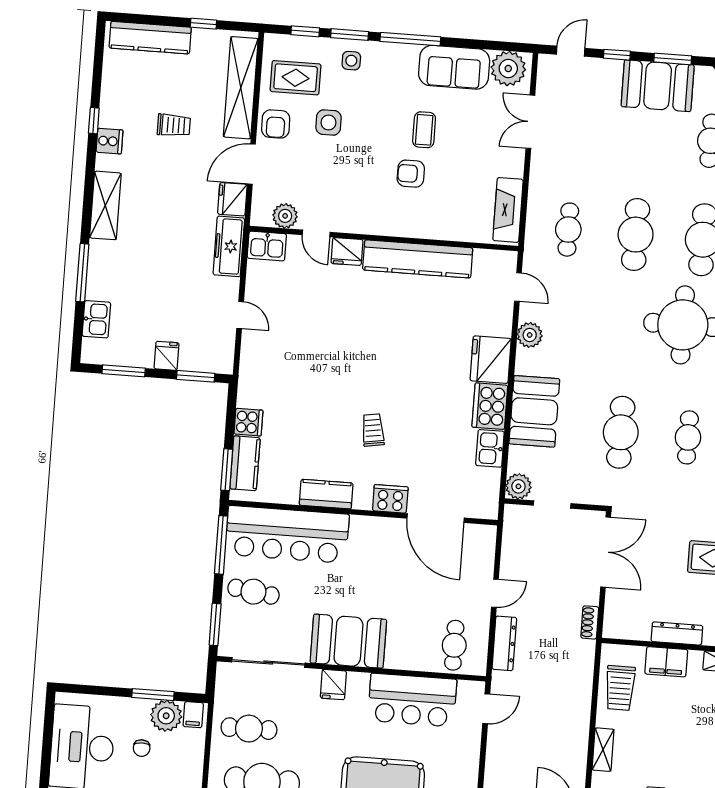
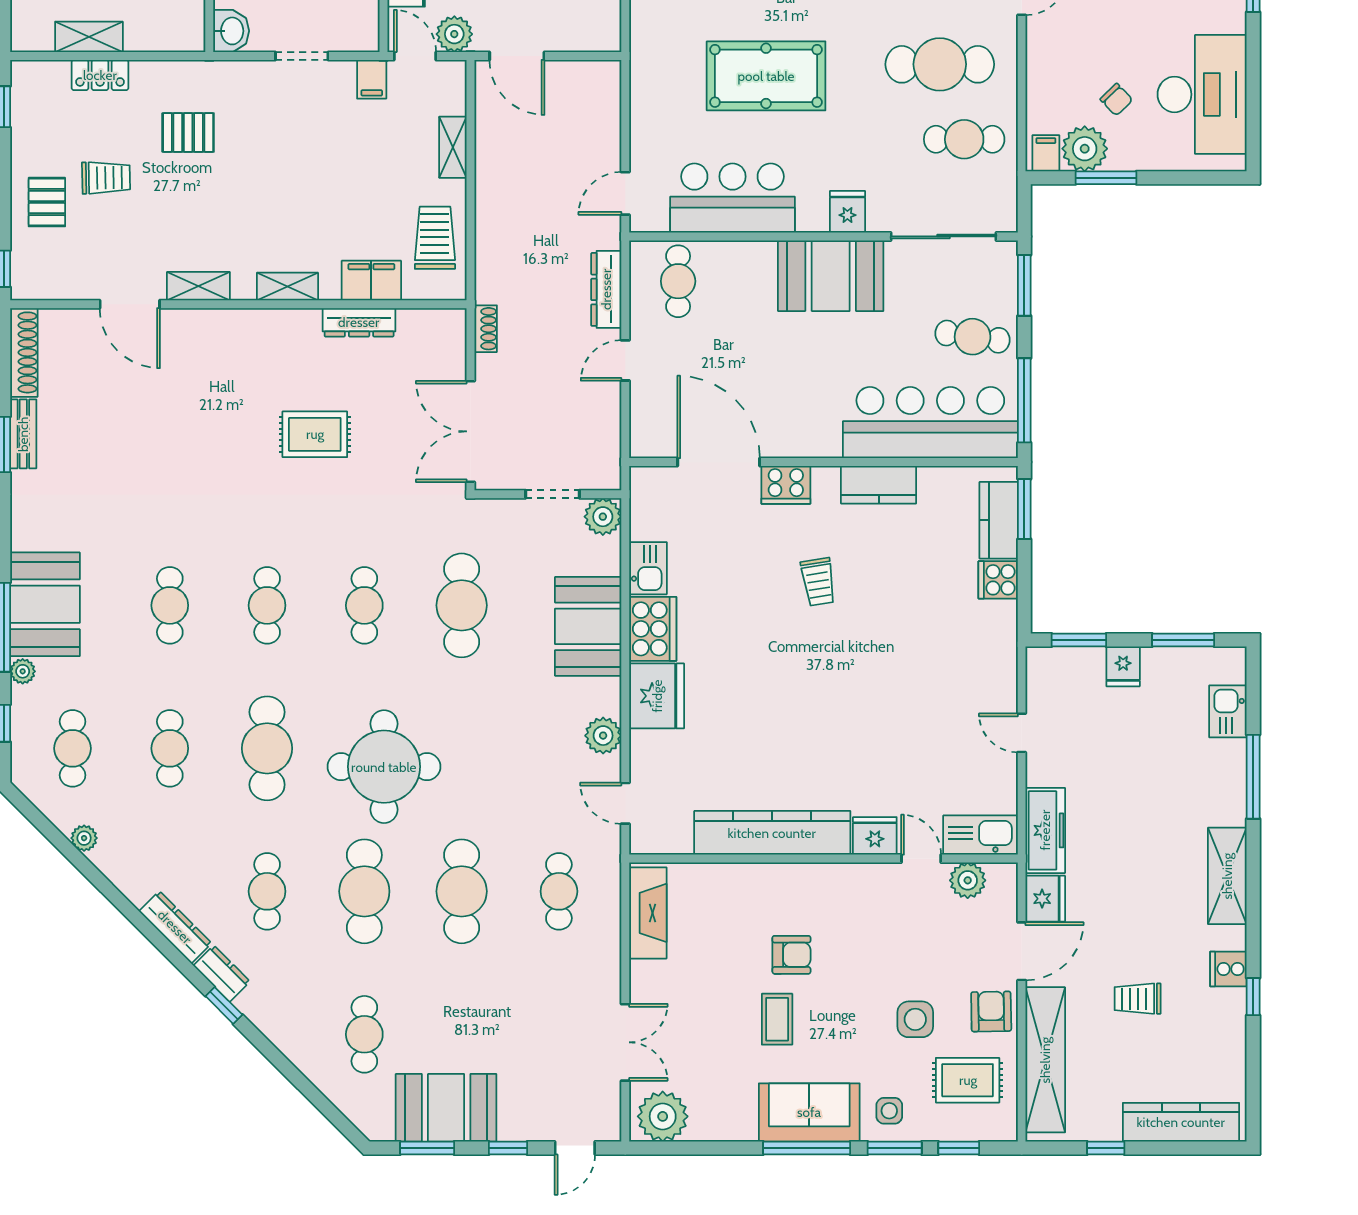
sofa: (454, 67) -> (809, 1112), moved
kitchen sink: (267, 246) -> (980, 835), width x1.38
chair: (142, 748) -> (1116, 100), turned 136

